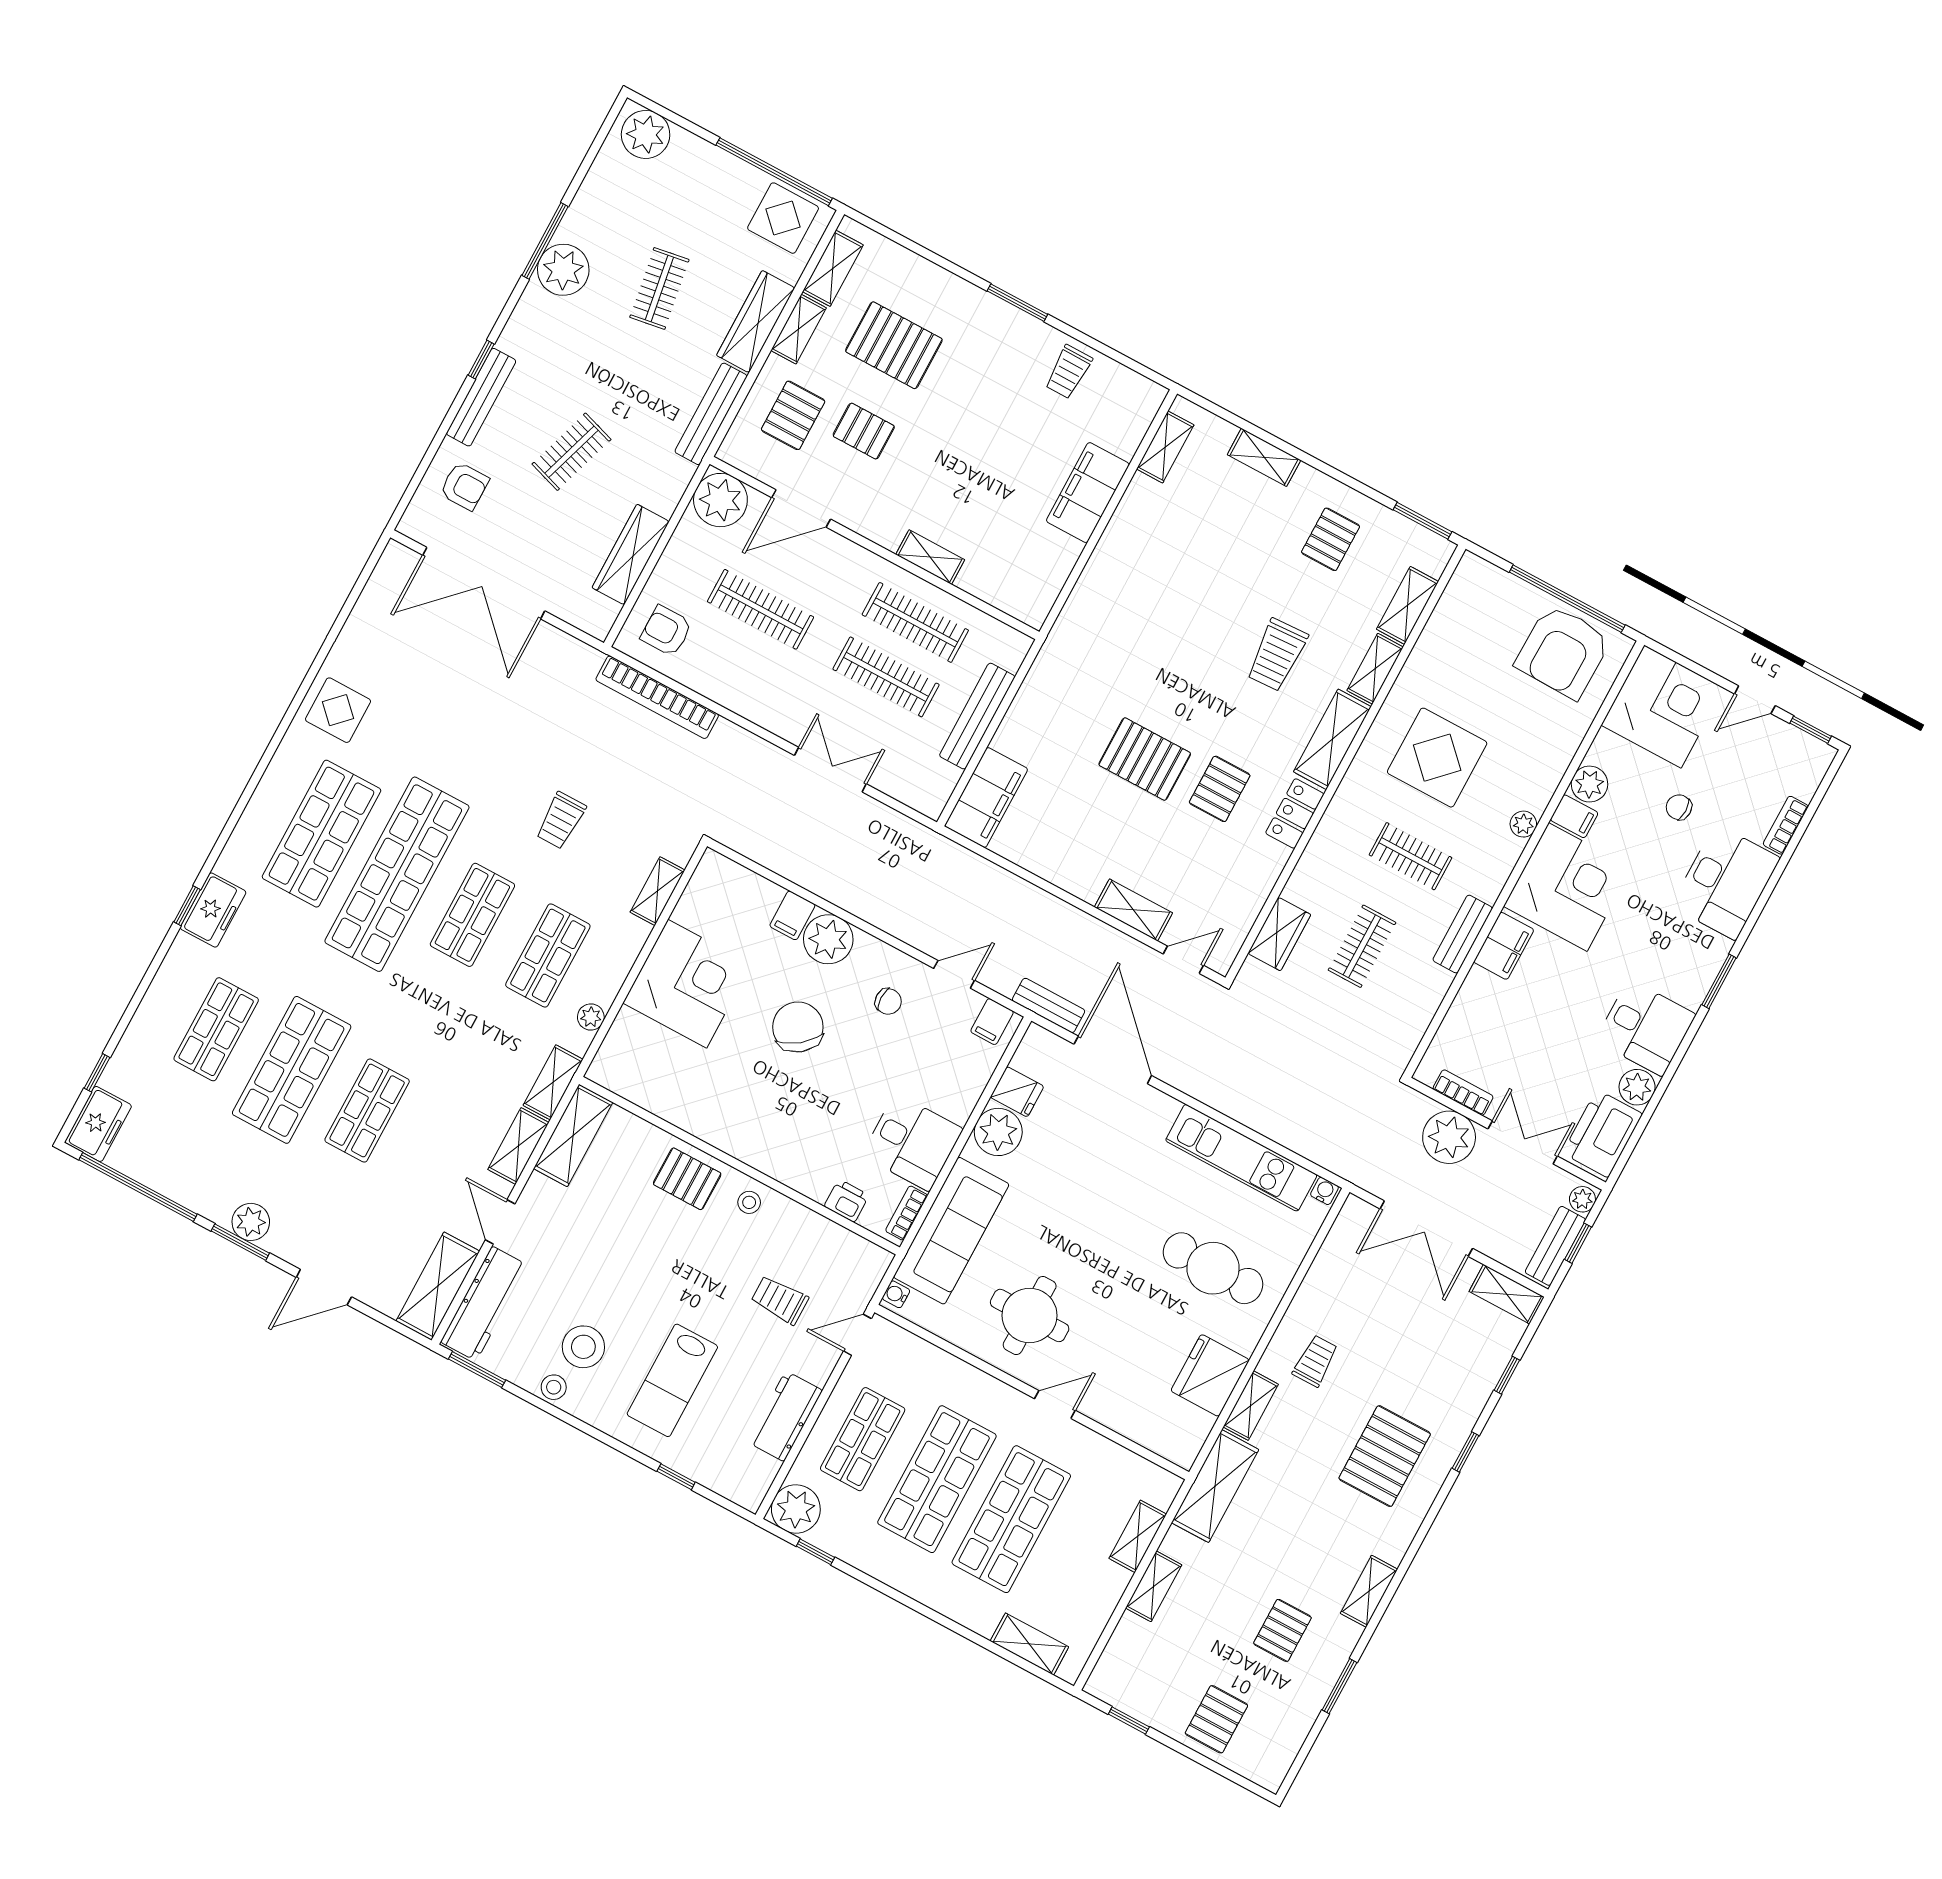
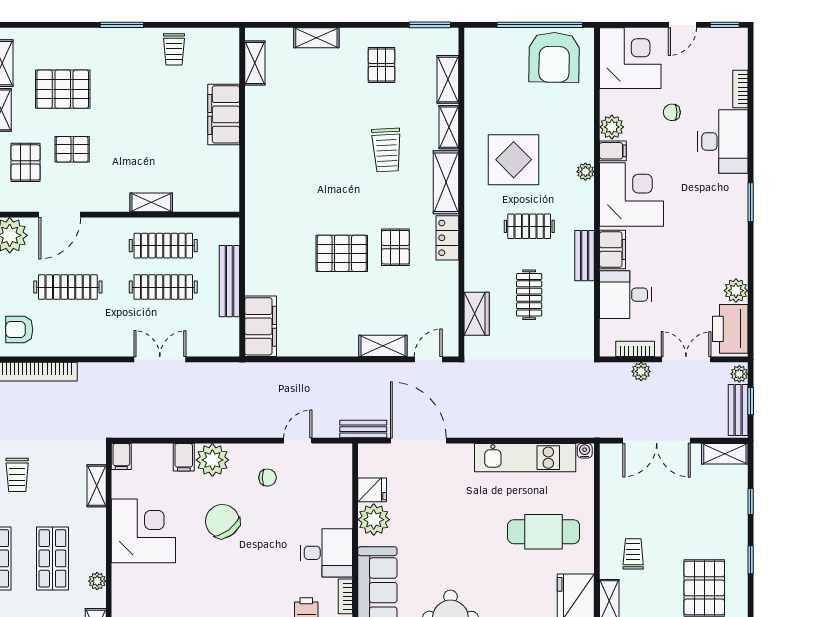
filing cabinet: (992, 1022) -> (121, 456), moved
desk: (1646, 1028) -> (626, 295), moved, turned 180
plant: (1449, 1137) -> (641, 371), width x0.53, depth x0.53

